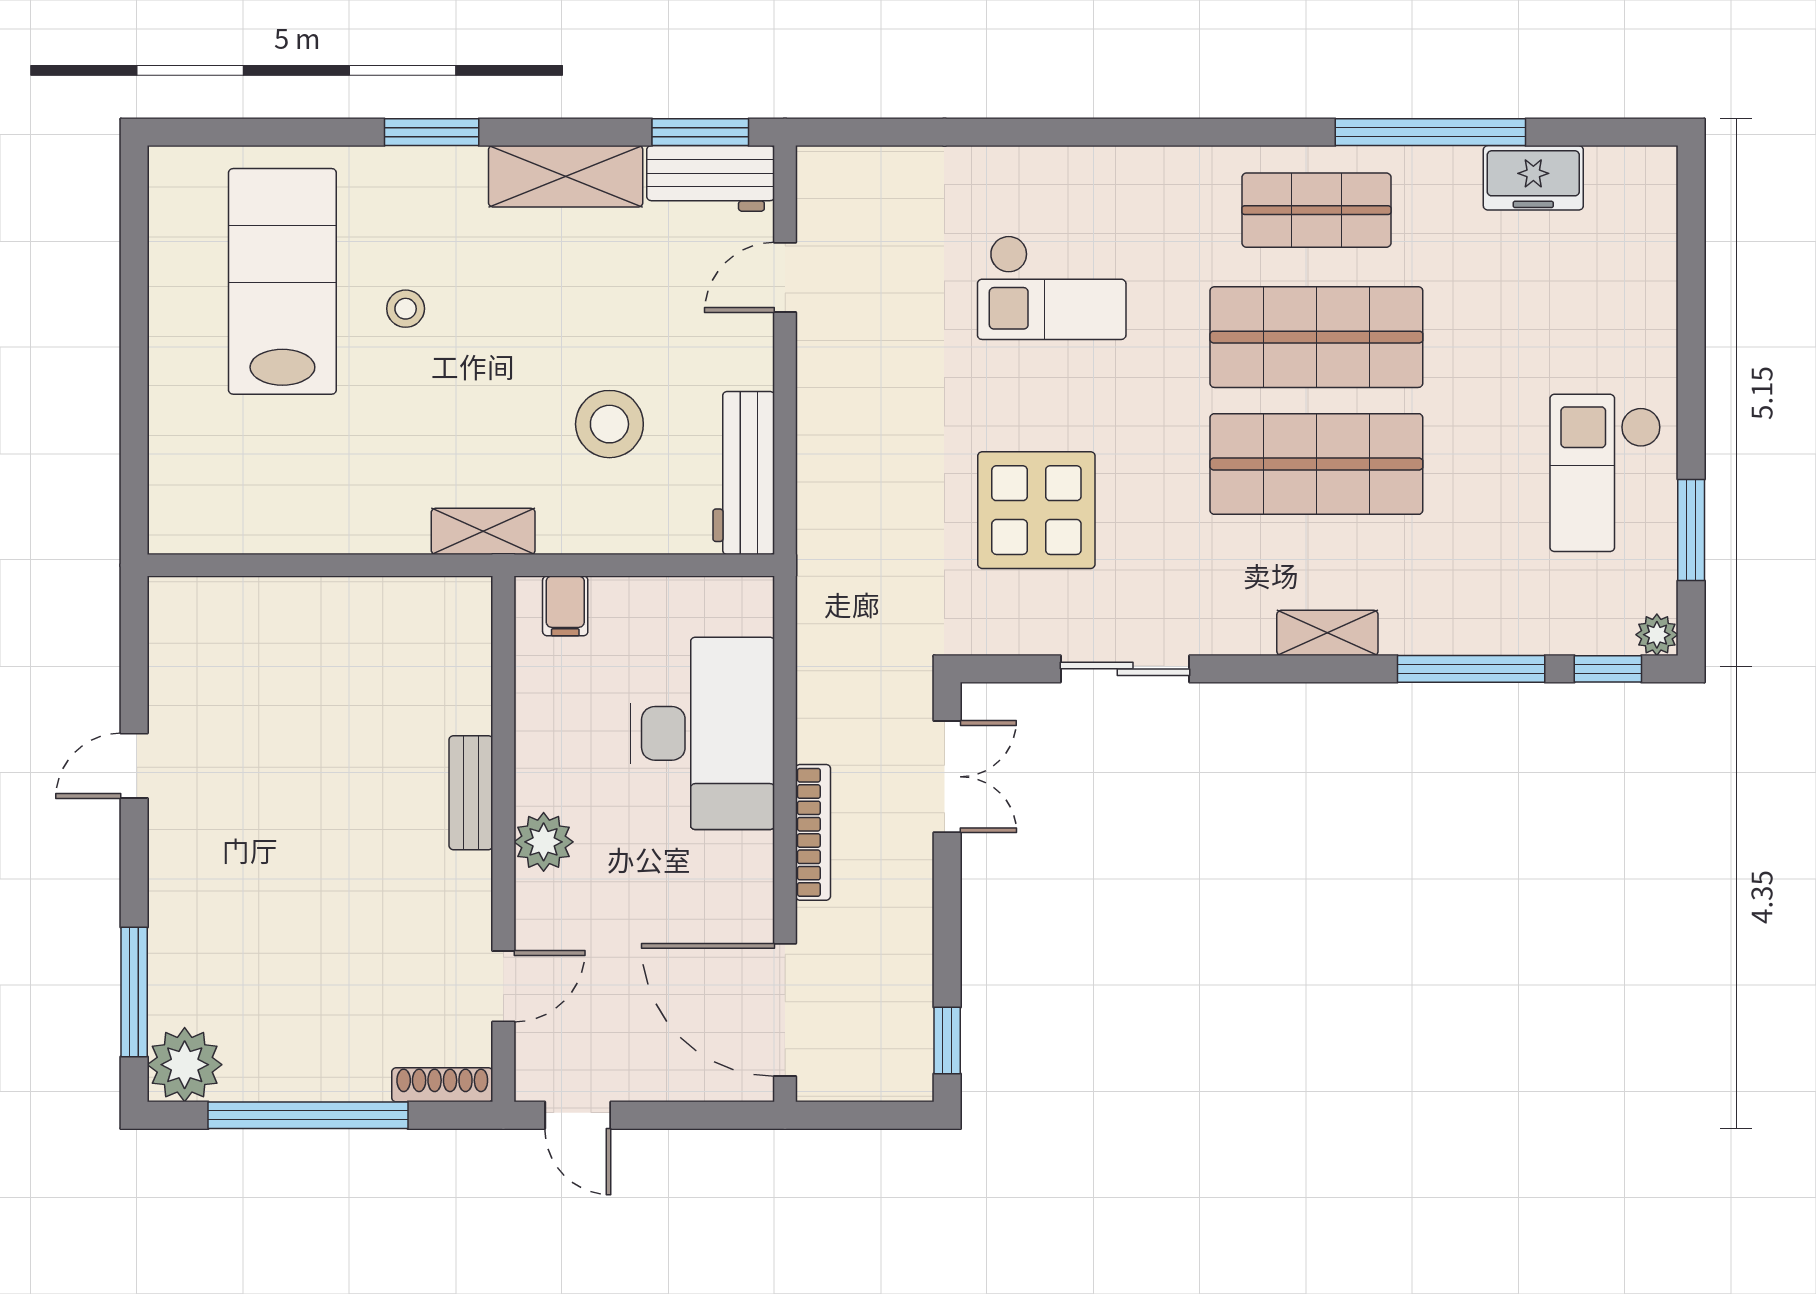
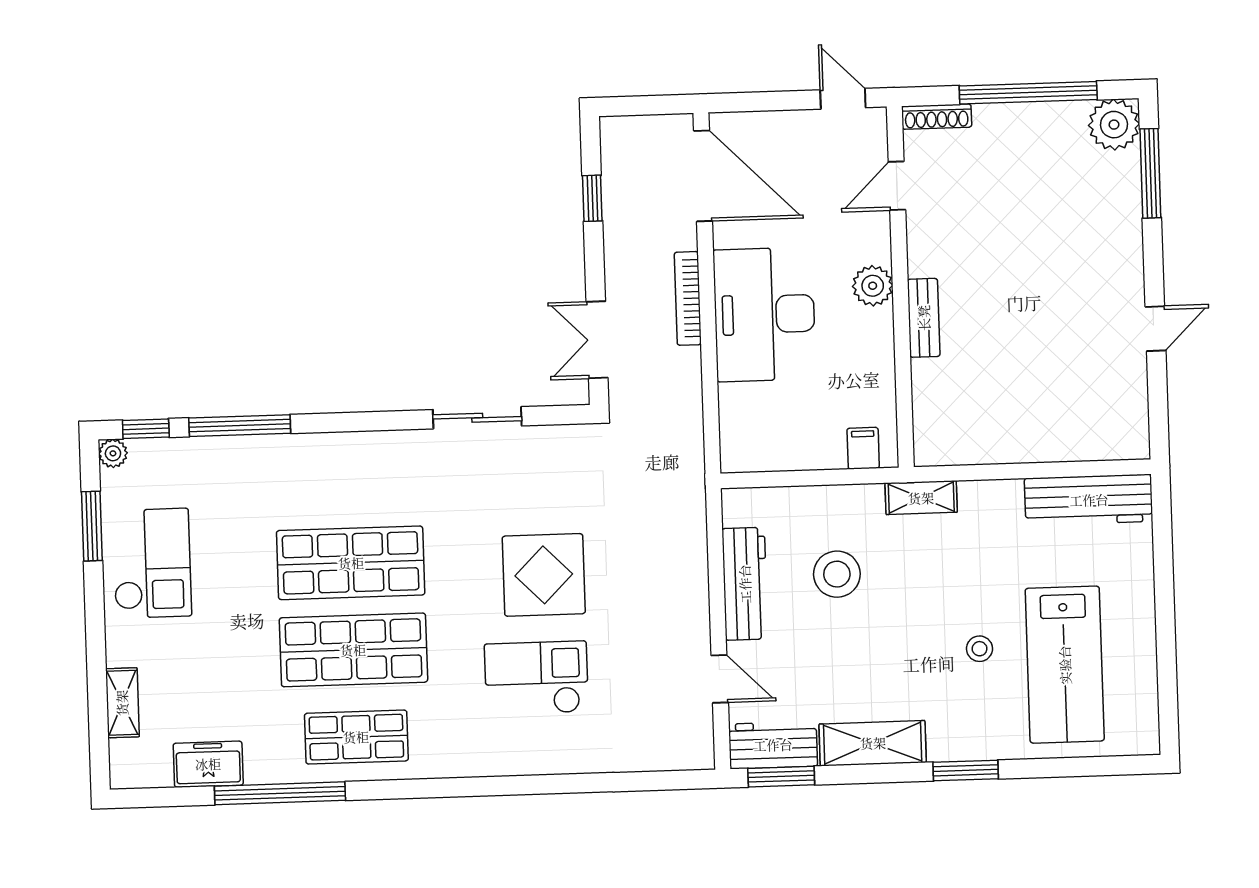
door: (785, 277) -> (720, 679), hinge flipped
workbench: (744, 473) -> (745, 584), moved
display table: (1036, 510) -> (544, 575), moved
workbench: (240, 520) -> (1089, 500), added
shelving: (1327, 633) -> (122, 703), moved, turned 90
desk: (702, 733) -> (764, 314), moved
window: (947, 1041) -> (592, 198), moved

